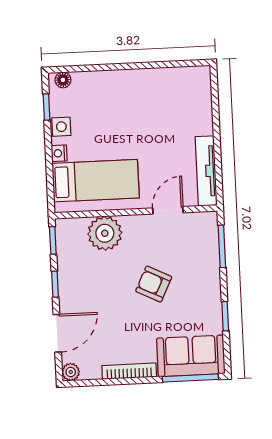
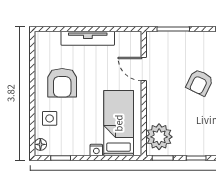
armchair: (145, 105) -> (62, 83), added
side table: (61, 127) -> (50, 118), moved
tv unit: (206, 171) -> (88, 38), moved
plant: (105, 233) -> (159, 137), moved

